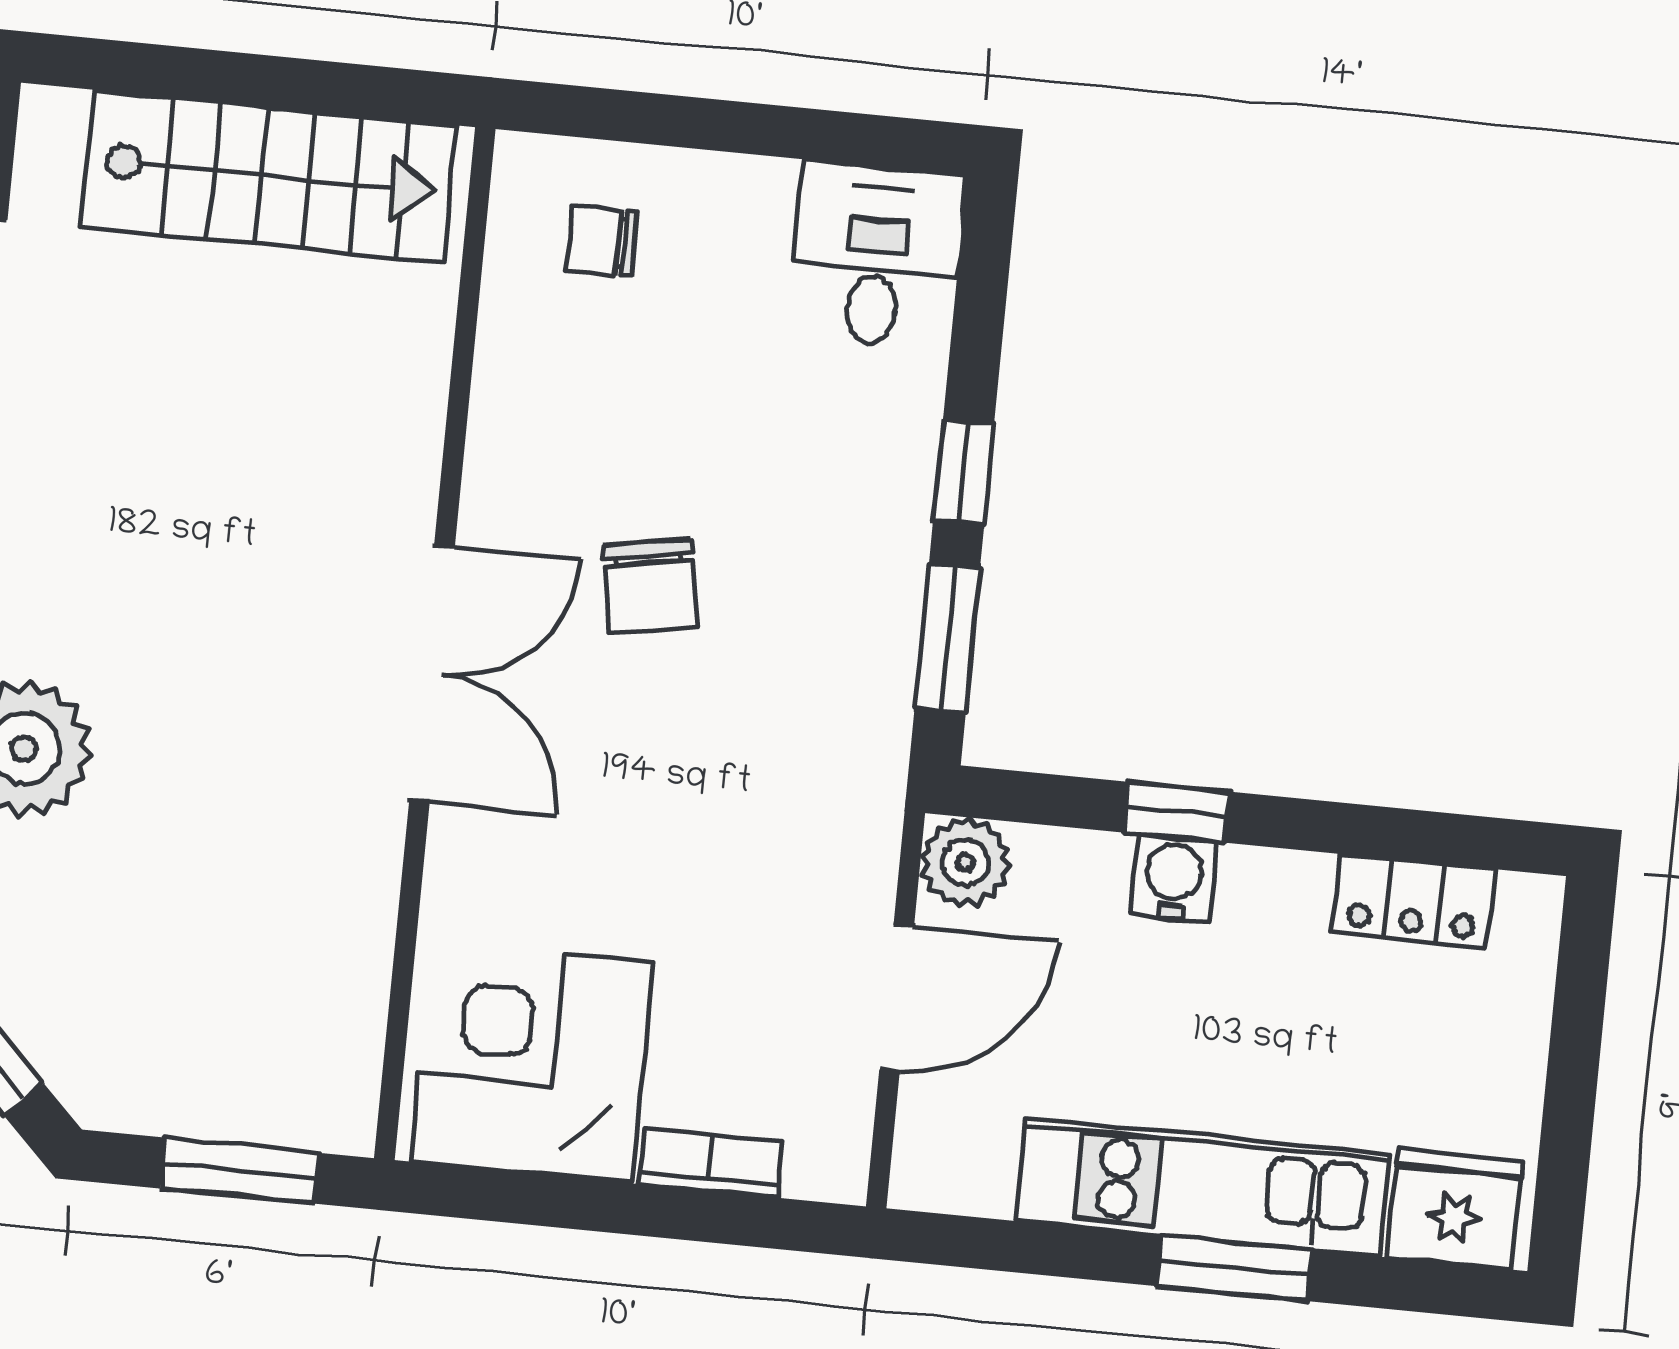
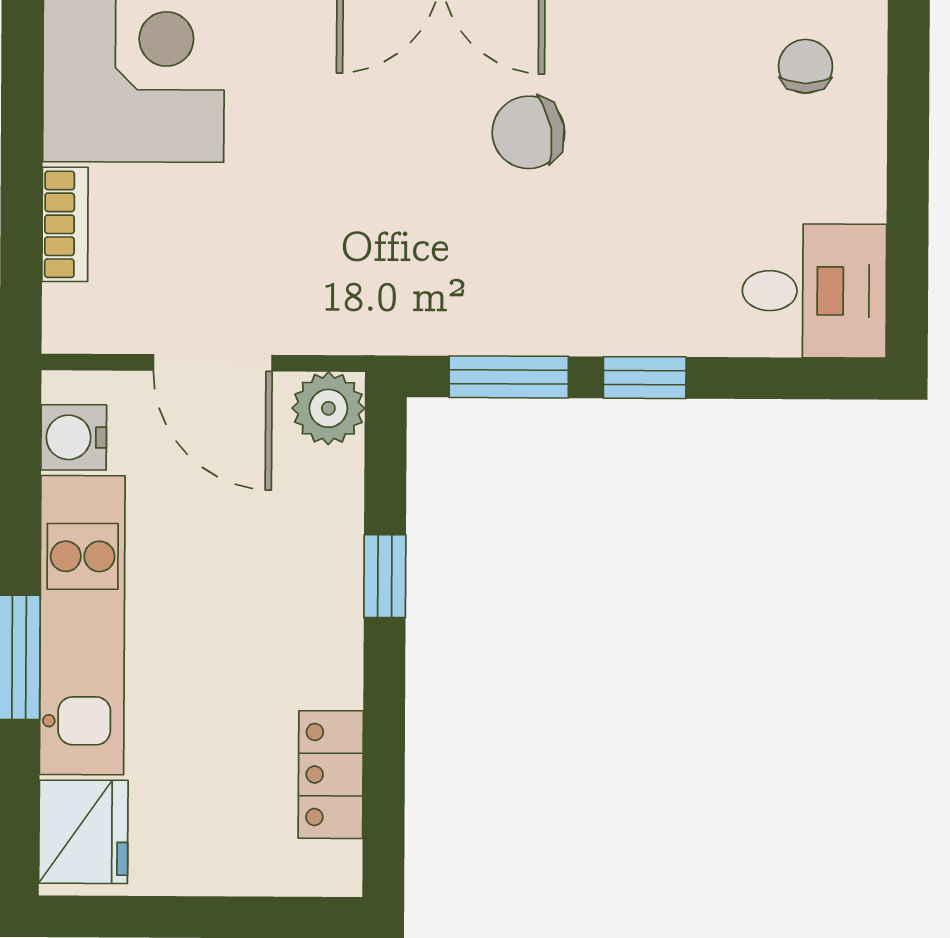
water cooler: (1174, 878) -> (74, 437), moved, turned 180

